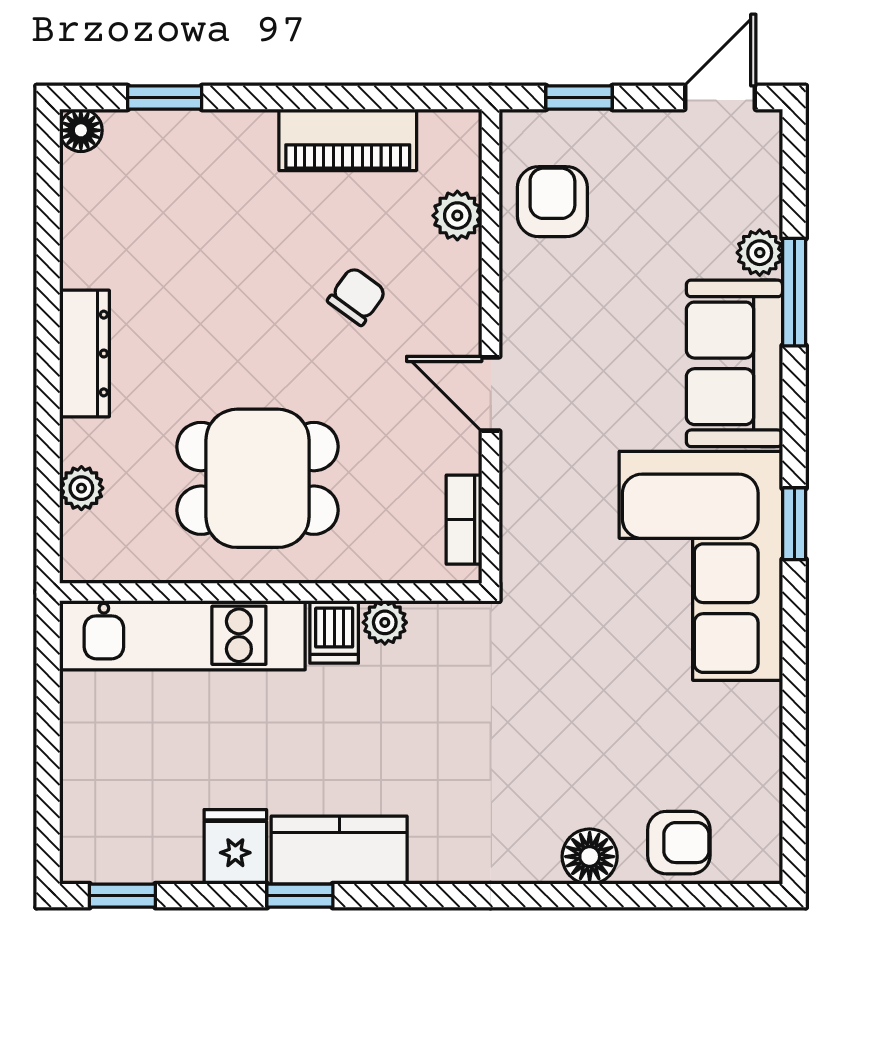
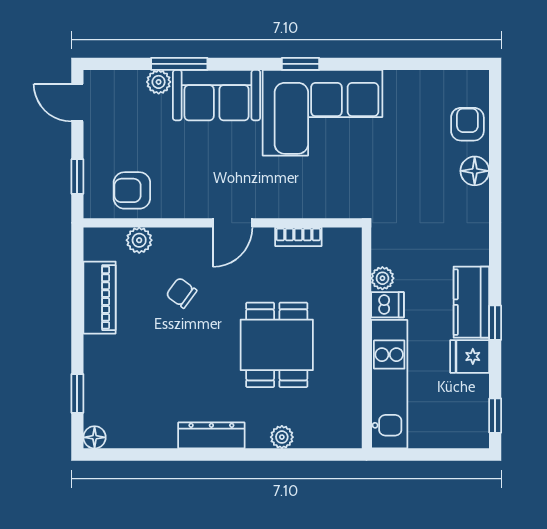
wall: (271, 592) -> (367, 338), moved
plant: (385, 622) -> (382, 278), moved
dishwasher: (334, 632) -> (387, 305), moved
kitchen unit: (182, 635) -> (389, 384), moved

